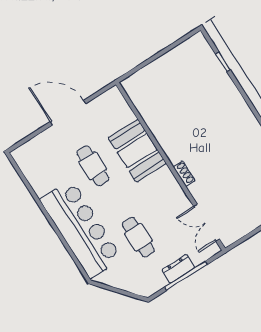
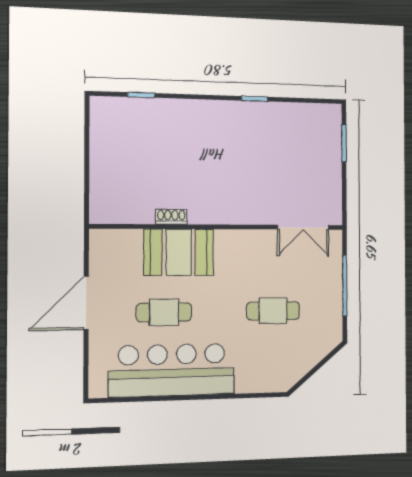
shoe rack: (184, 174) -> (171, 217), moved
bar counter: (81, 229) -> (172, 370), moved
dresser: (178, 269) -> (333, 289), removed

